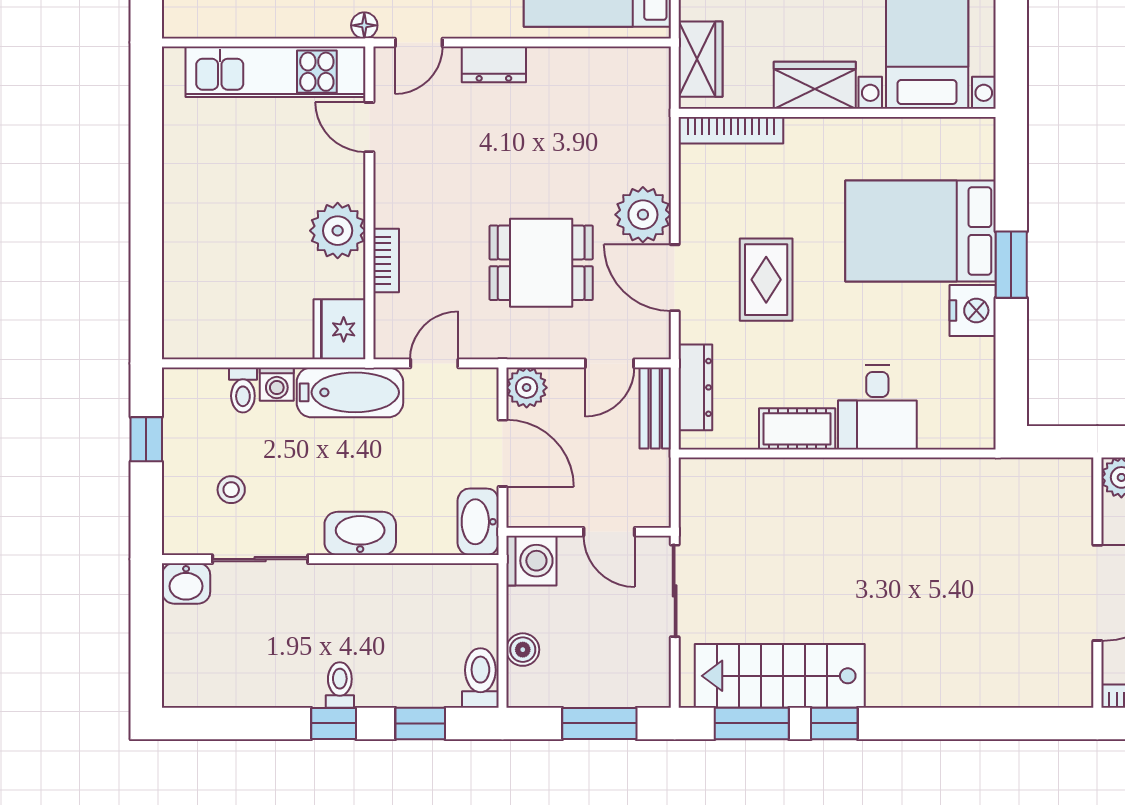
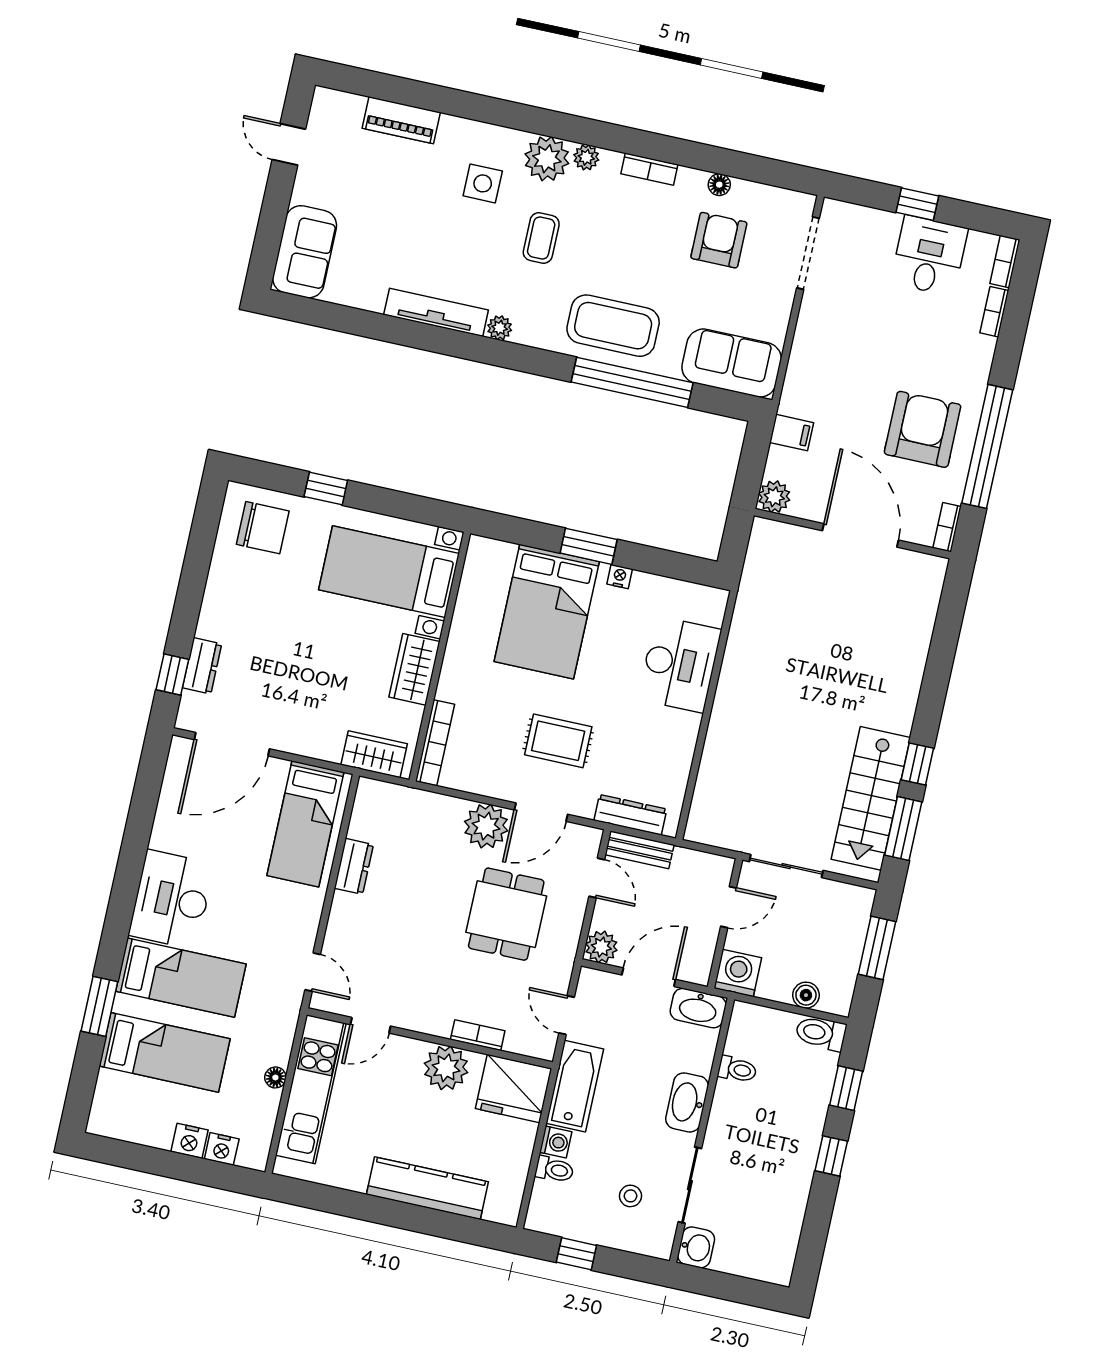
floor lamp: (364, 25) -> (275, 1077), moved
dresser: (494, 64) -> (354, 866), moved
kitchen counter: (186, 240) -> (427, 1188), added
nightstand: (973, 310) -> (620, 577), width x0.53, depth x0.56
fridge: (340, 329) -> (514, 1088), width x1.36, depth x1.34
desk: (877, 407) -> (680, 664), width x1.37
cot: (797, 429) -> (680, 742), removed
toilet: (340, 685) -> (737, 1069), moved, turned 180

